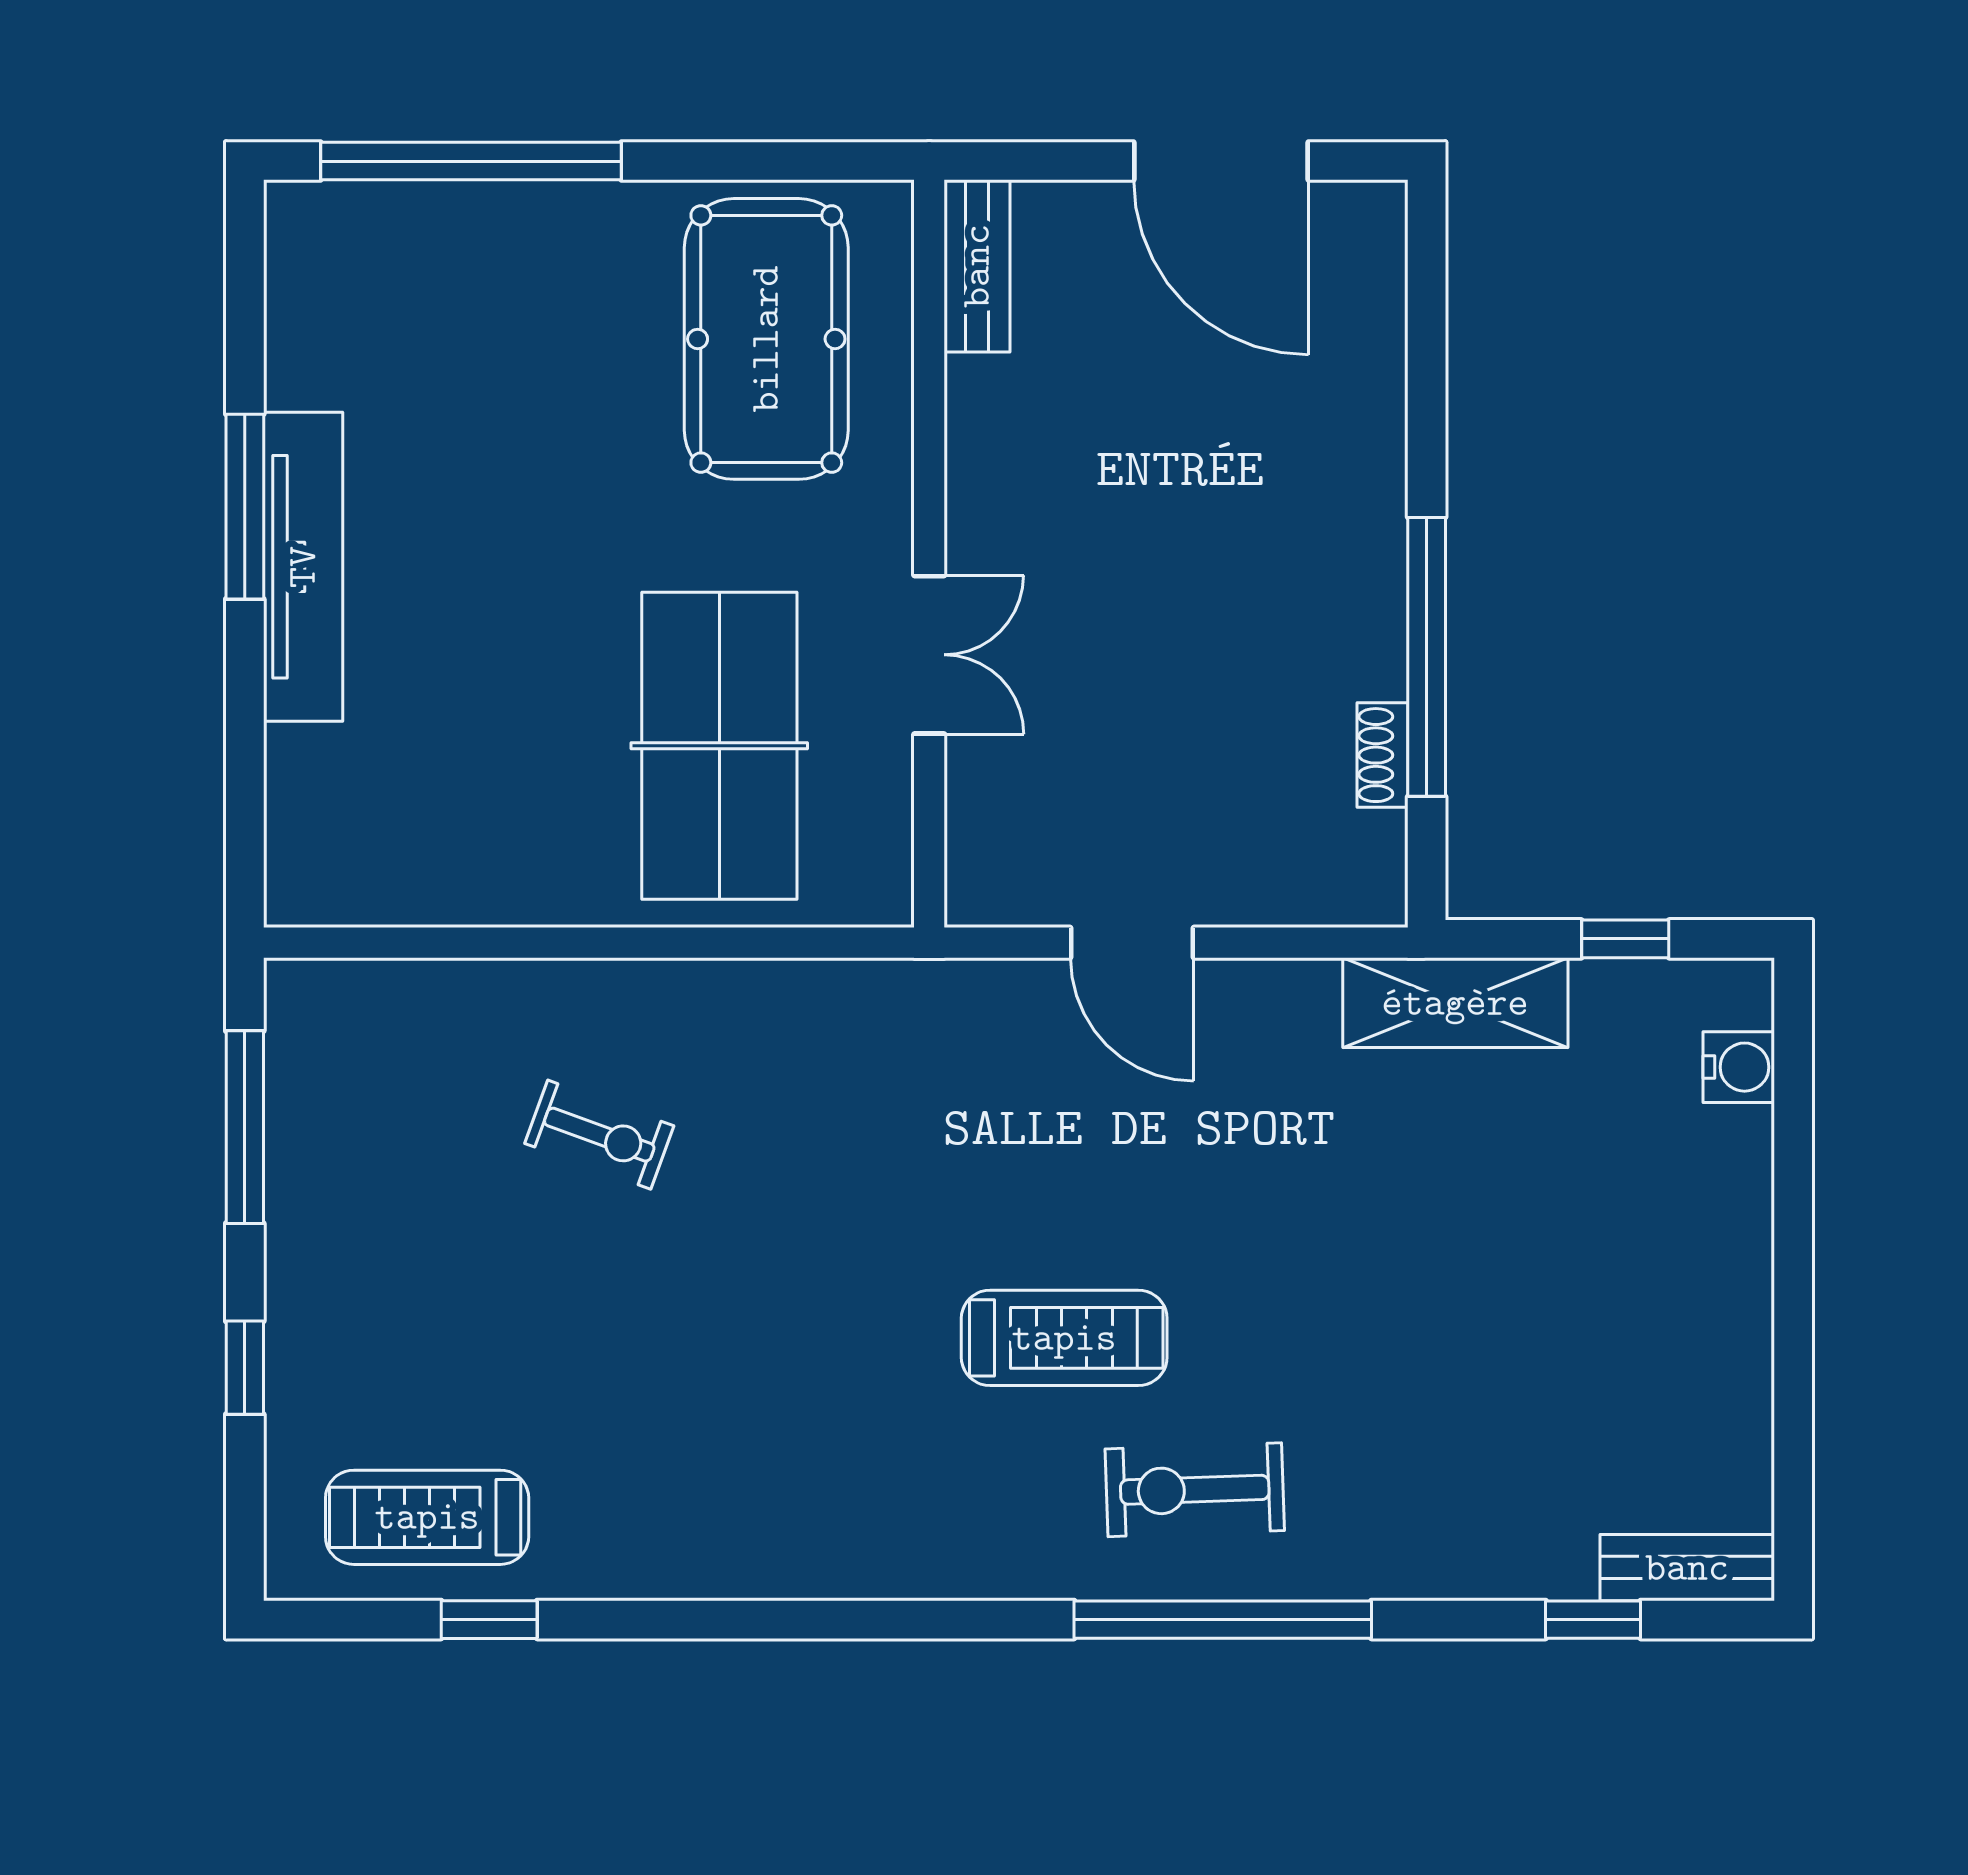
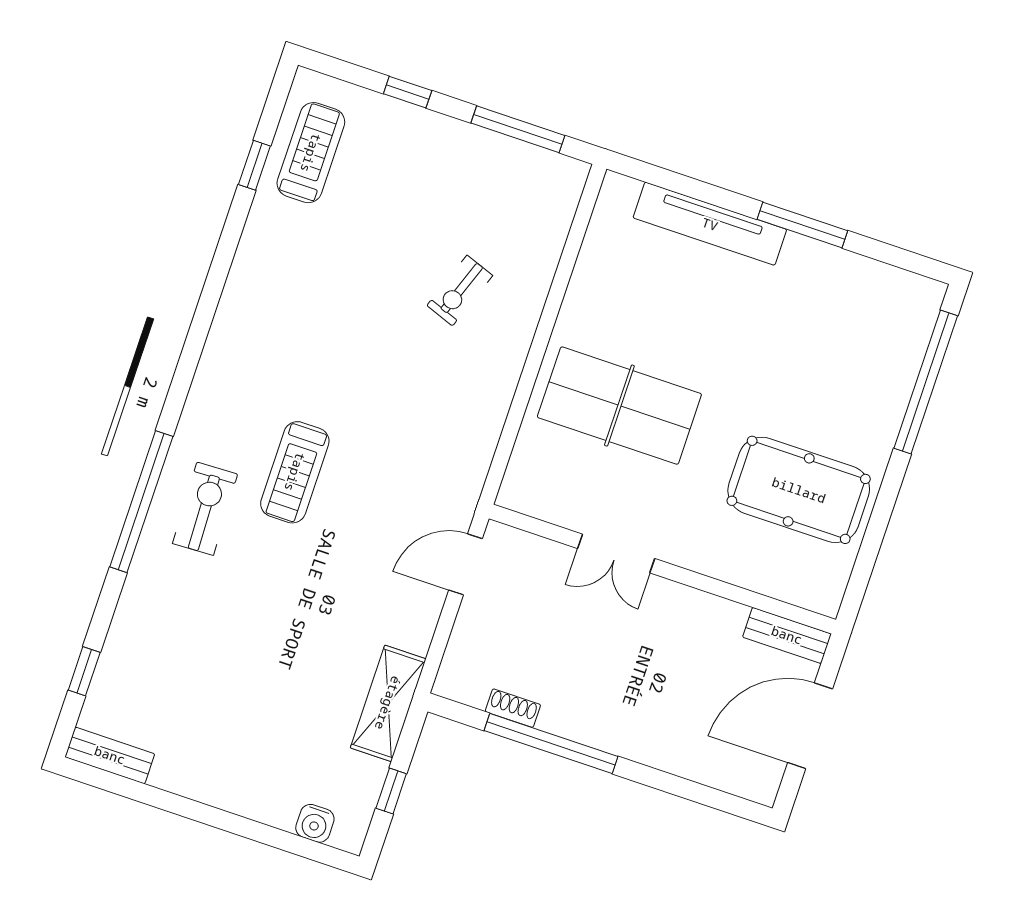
bench: (977, 266) -> (787, 635), moved
wall: (929, 554) -> (662, 569), moved
tv unit: (303, 567) -> (710, 224), moved
double door: (929, 655) -> (616, 554), moved
bench: (1687, 1568) -> (110, 755), moved, turned 90

